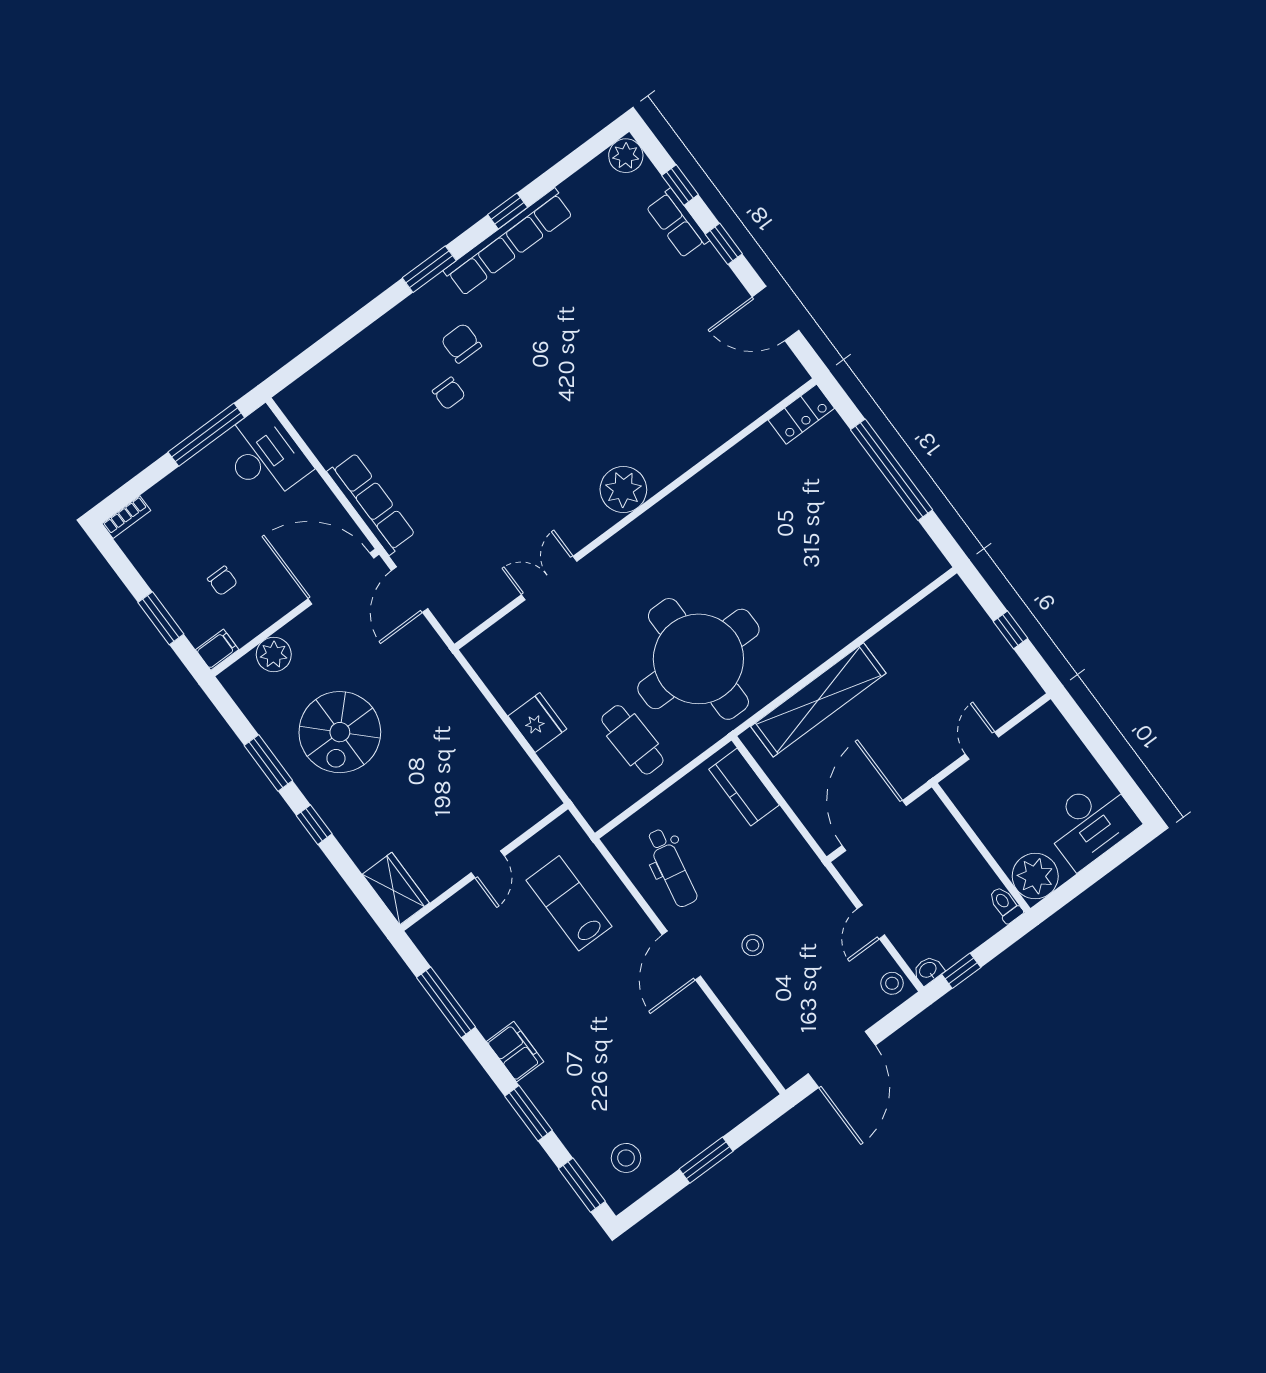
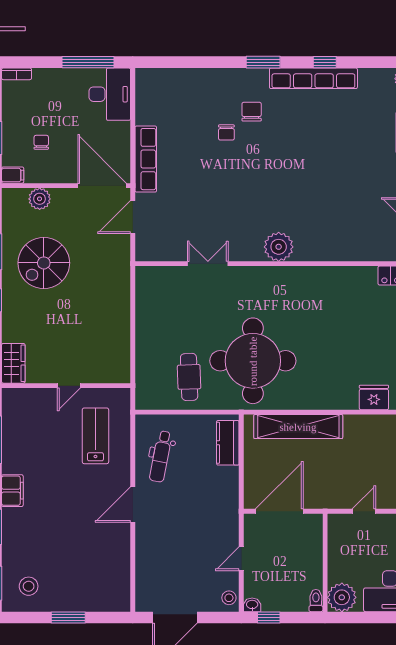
chair: (222, 581) -> (41, 142), turned 180
fridge: (537, 723) -> (374, 397), moved, turned -90
stool: (753, 945) -> (173, 526), removed

